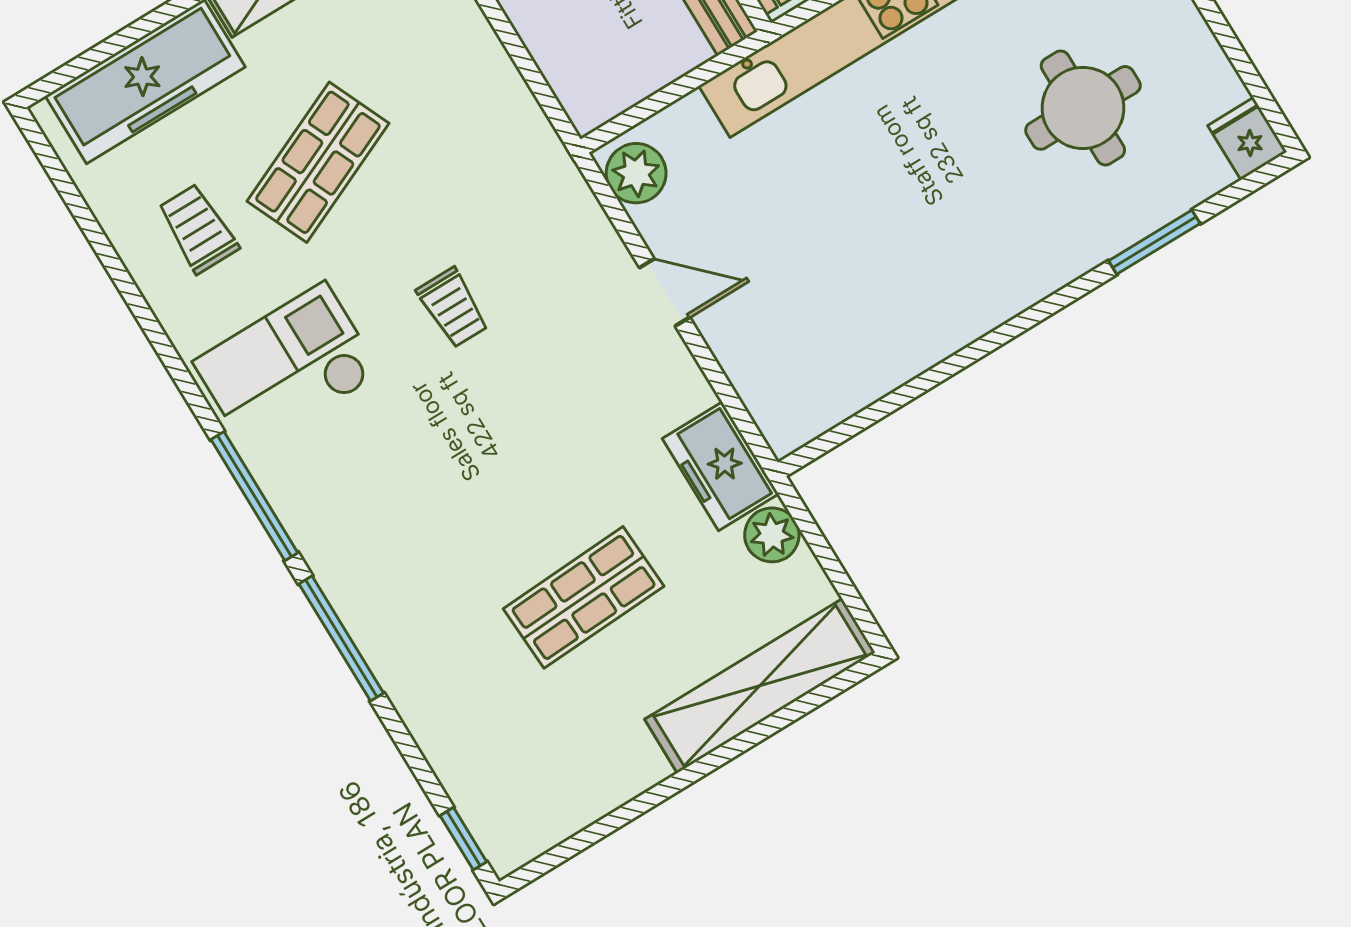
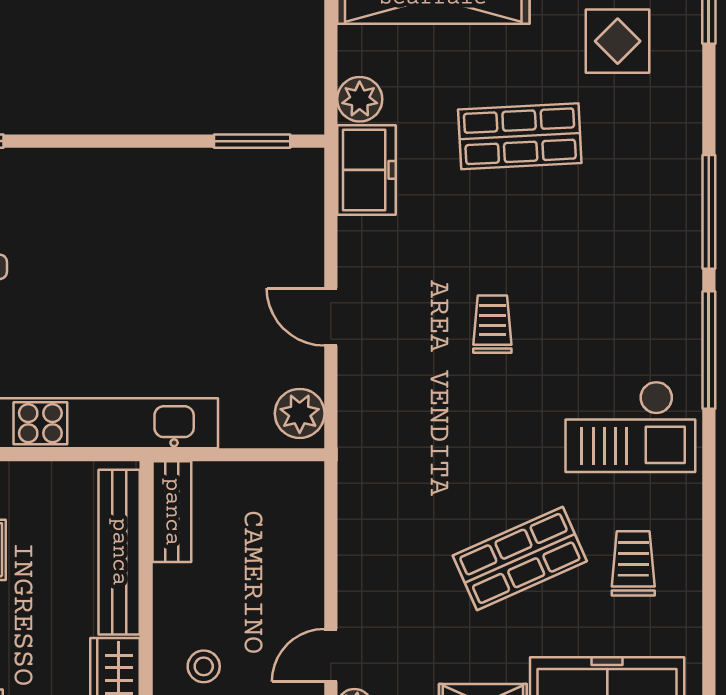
trolley: (198, 229) -> (633, 563), turned 180
trolley: (453, 308) -> (492, 324), moved
window: (856, 424) -> (252, 141), added
display table: (543, 757) -> (618, 41), added

